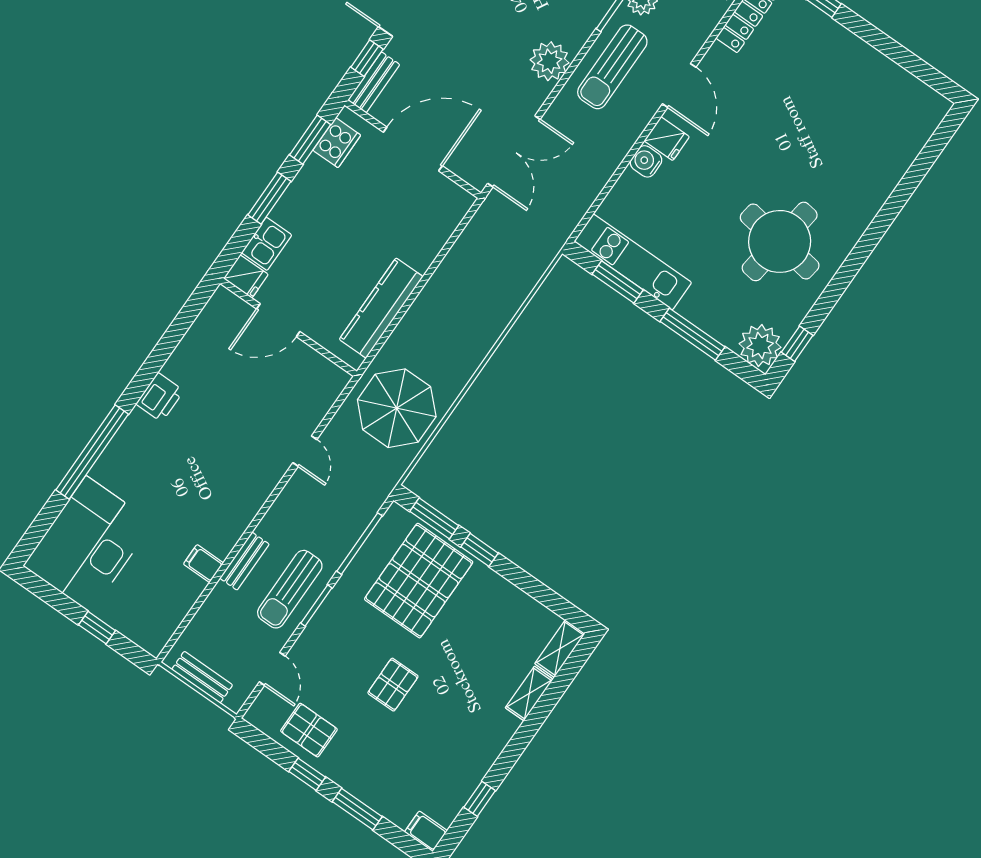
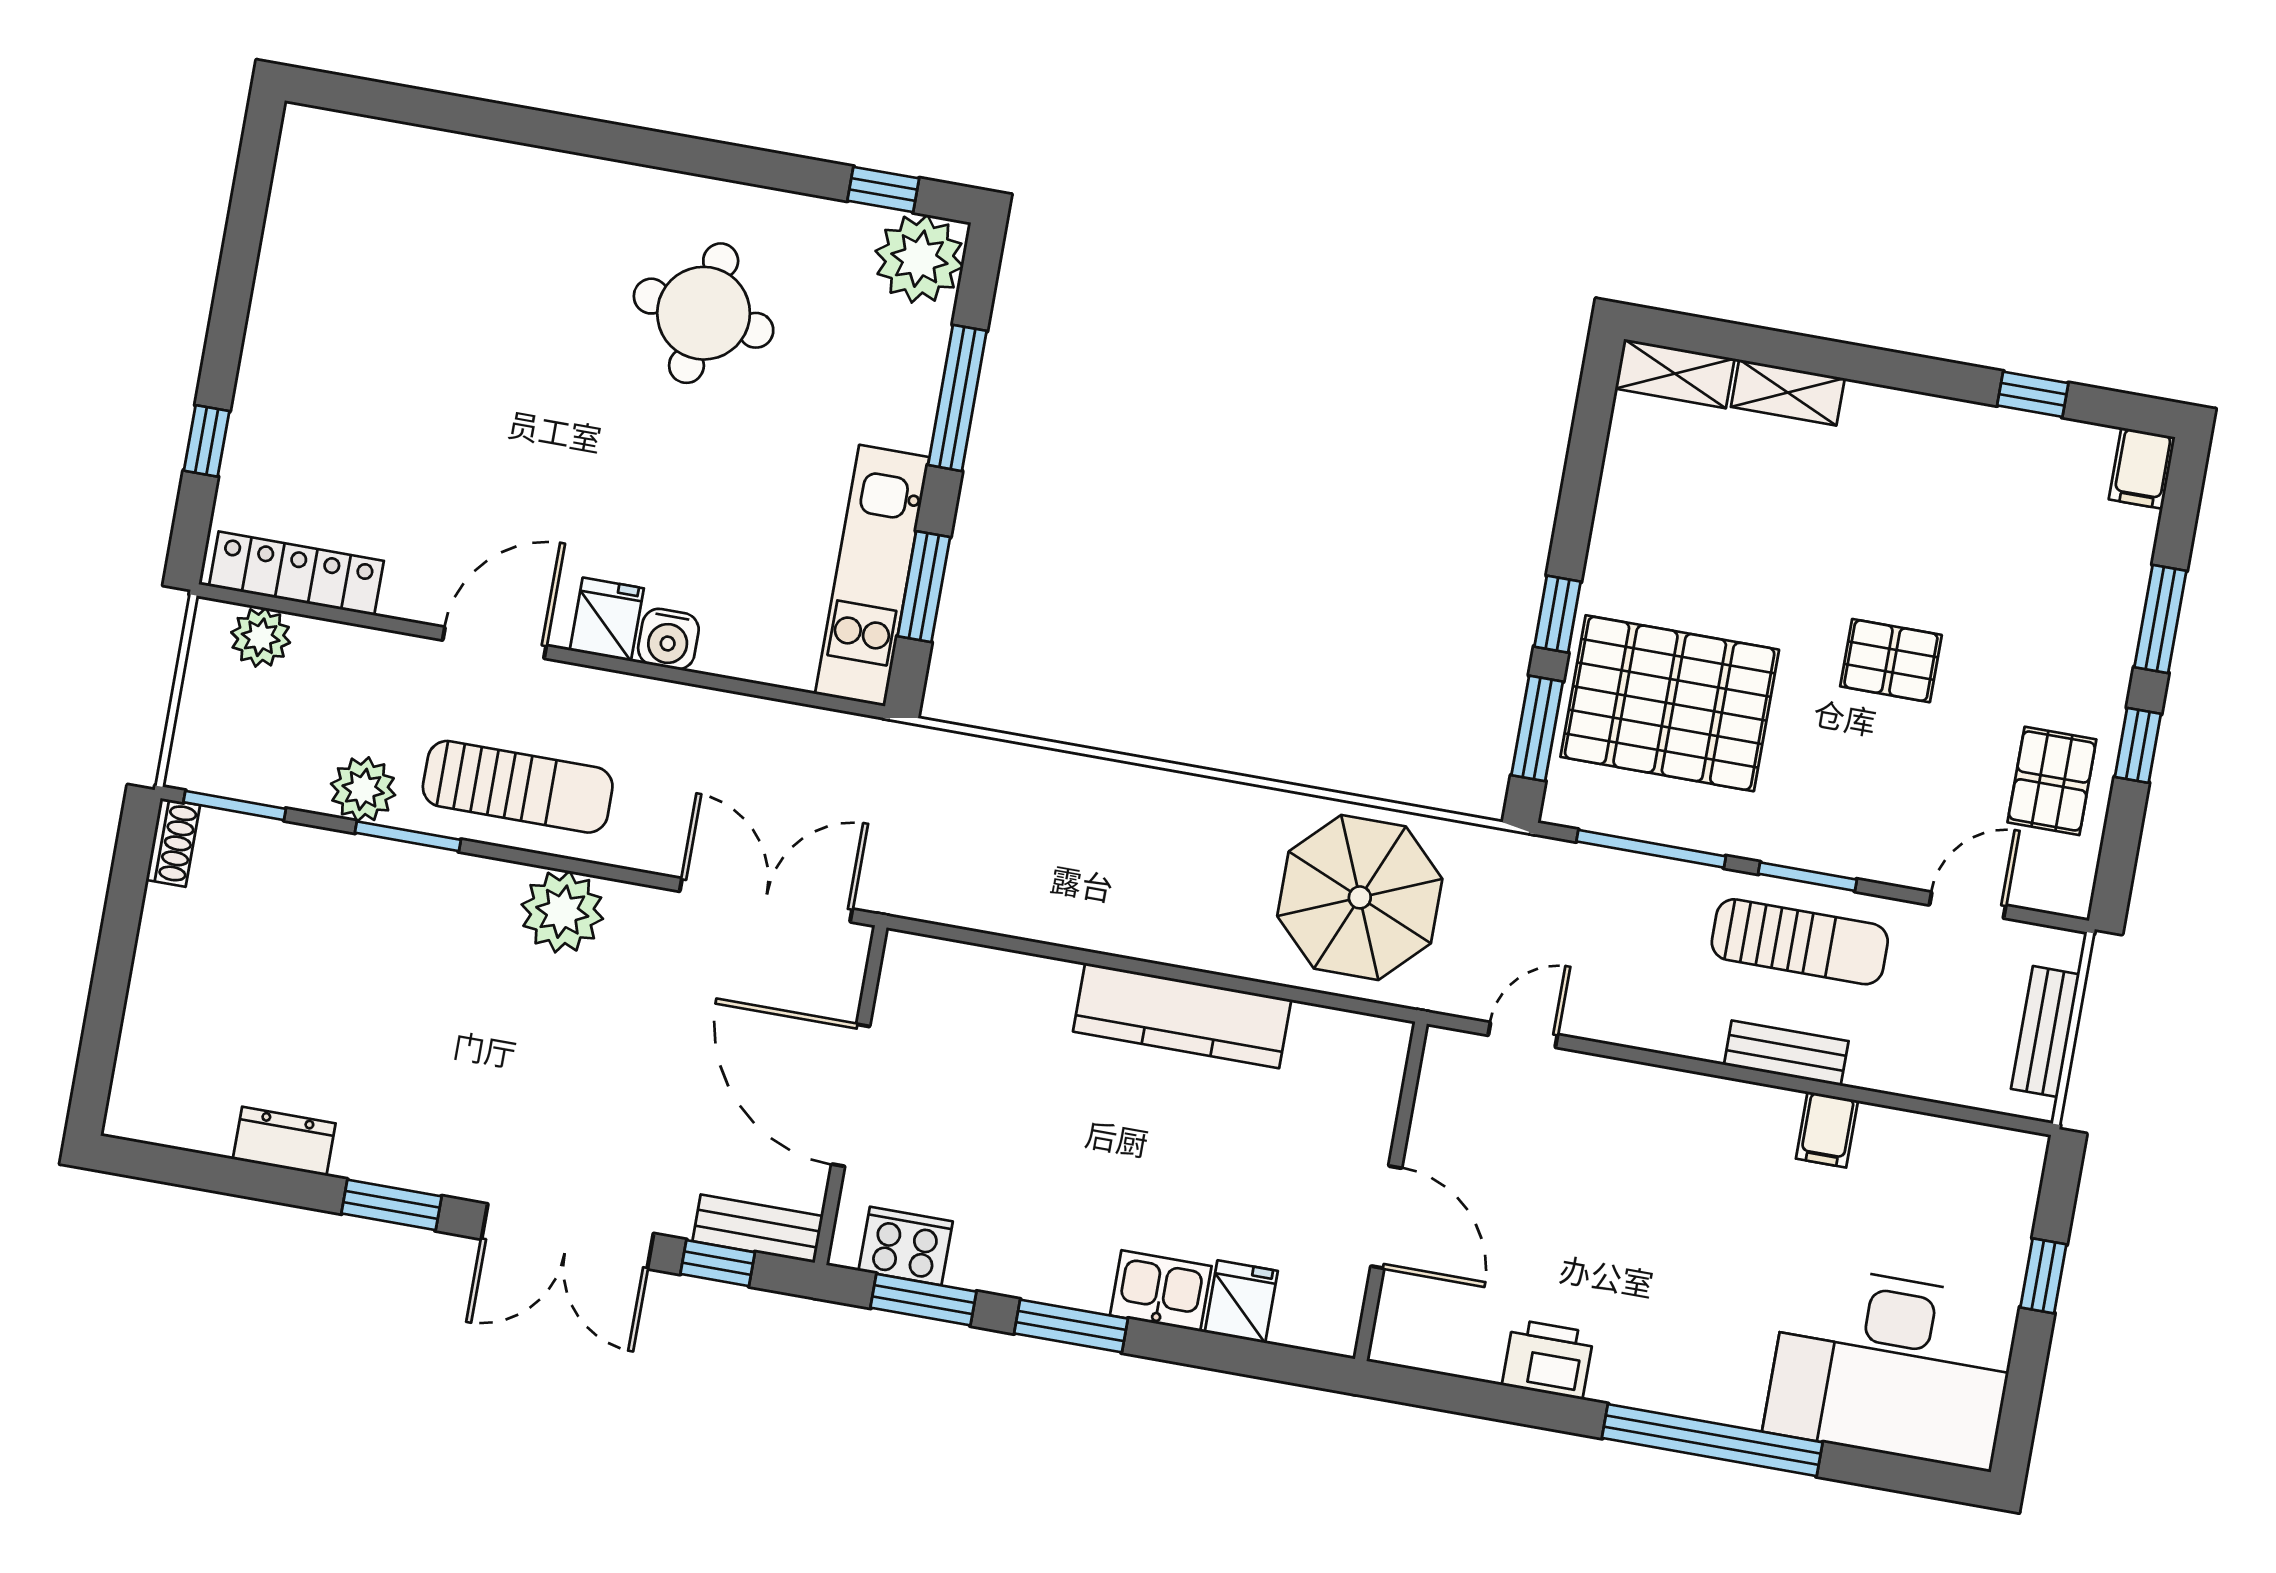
round table: (780, 241) -> (704, 313), width x0.73, depth x0.73
door: (278, 320) -> (1386, 1217), moved
wall: (289, 327) -> (1391, 1191), moved

